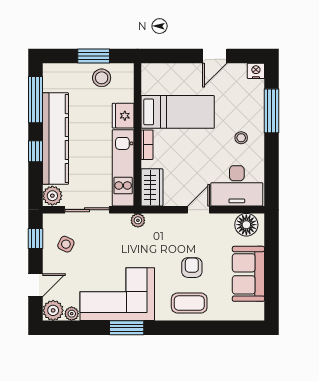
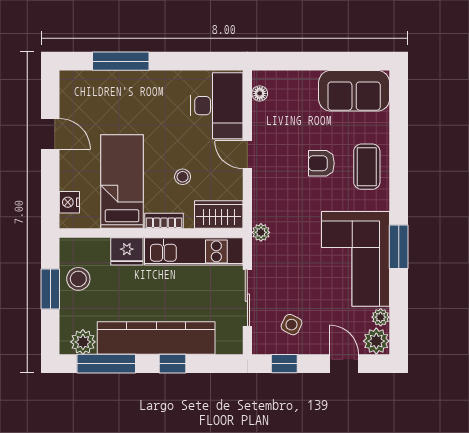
nightstand: (256, 71) -> (69, 202), moved
stool: (241, 138) -> (183, 177), moved
plant: (52, 196) -> (83, 342), moved
floor lamp: (246, 225) -> (260, 93), width x0.53, depth x0.53
sofa: (248, 274) -> (354, 91), moved

